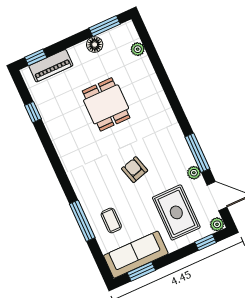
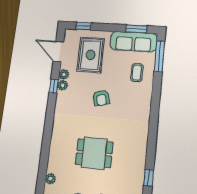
dining table: (106, 104) -> (94, 153), turned 90
window: (197, 153) -> (54, 86), width x0.46
window: (82, 221) -> (159, 56), moved
plant: (217, 224) -> (63, 85), moved

